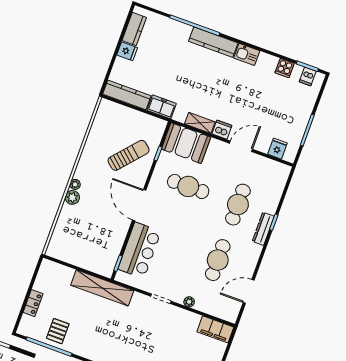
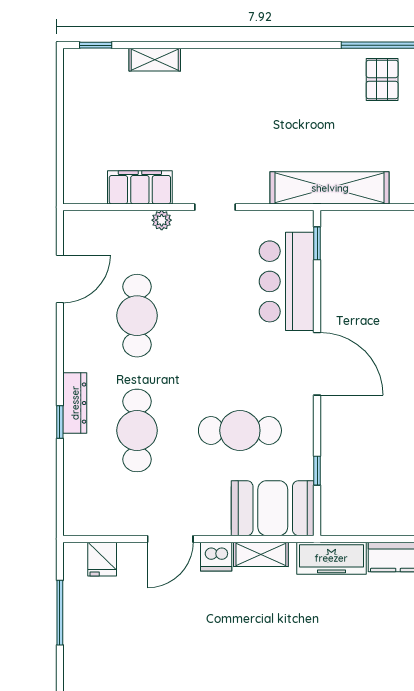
freezer: (162, 107) -> (331, 558), width x1.40
sun lounger: (129, 155) -> (370, 448), removed
filing cabinet: (215, 329) -> (140, 187), moved

